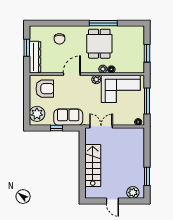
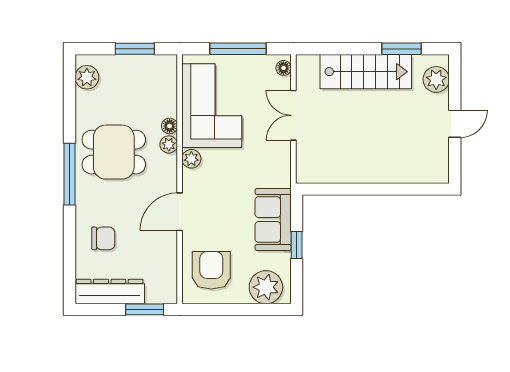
window: (103, 23) -> (69, 174), moved
plant: (134, 31) -> (87, 77), added
window: (27, 48) -> (145, 309), moved
dresser: (35, 57) -> (110, 291), moved
door: (72, 74) -> (180, 212), hinge flipped
double door: (101, 126) -> (293, 115), moved
stairs: (93, 165) -> (366, 72), moved, turned 180

